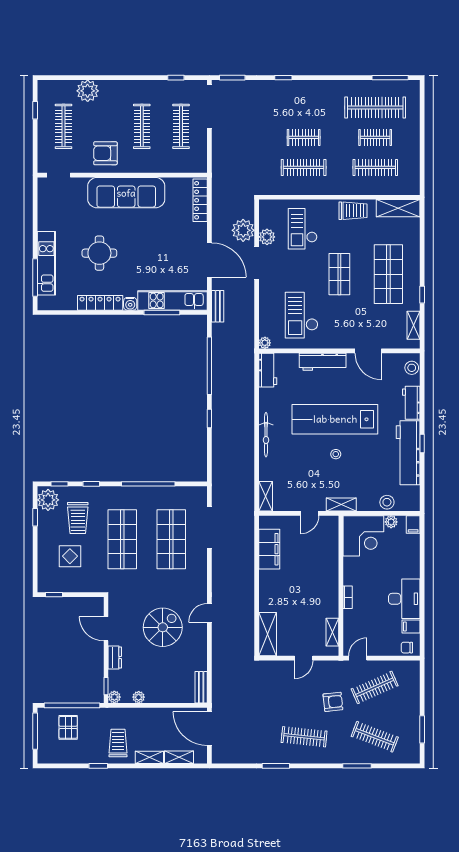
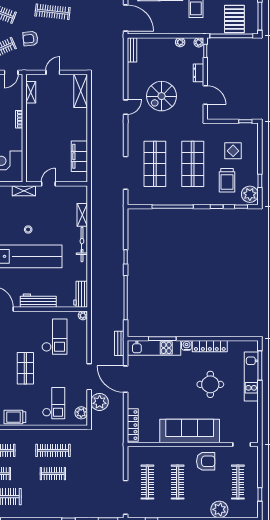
plant: (267, 237) -> (81, 413), moved
shelving: (266, 496) -> (82, 215), moved
trolley: (78, 518) -> (227, 180), turned 180
pallet: (68, 727) -> (234, 19), width x1.50, depth x1.42

